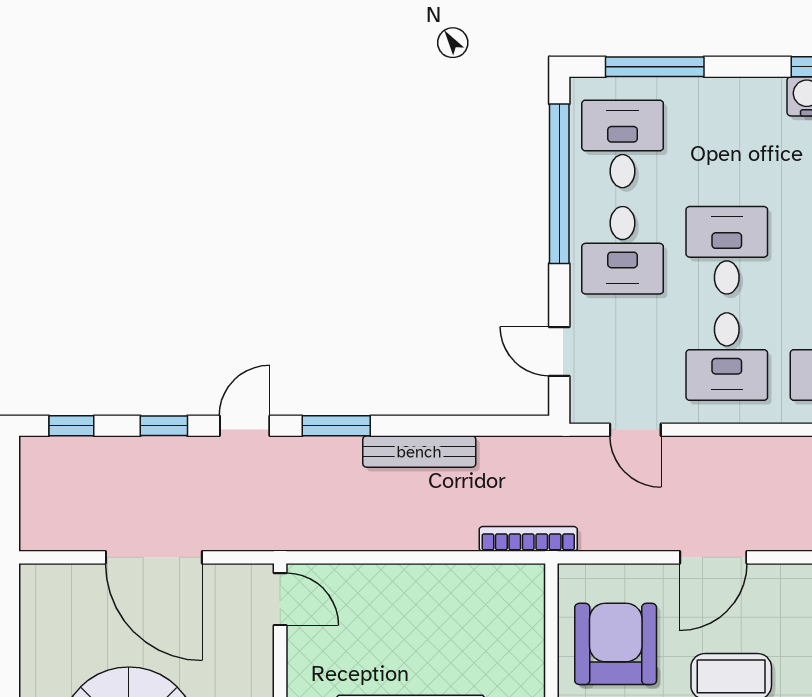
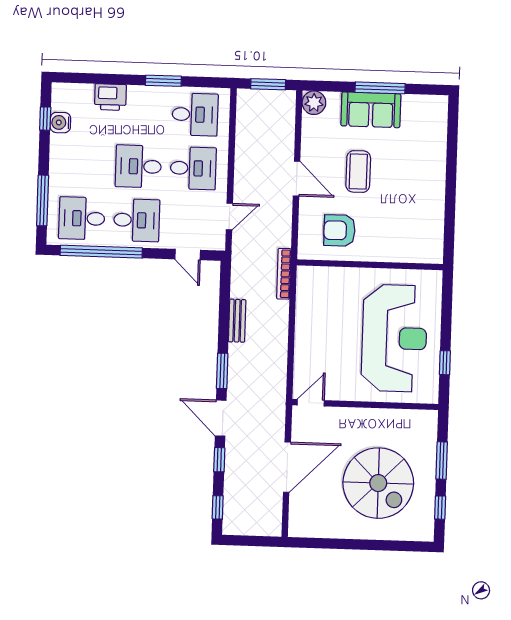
door: (559, 352) -> (188, 255), hinge flipped
door: (245, 426) -> (221, 418), width x1.38
bench: (419, 452) -> (237, 321), width x0.73
armchair: (616, 644) -> (340, 230), width x0.73, depth x0.73

